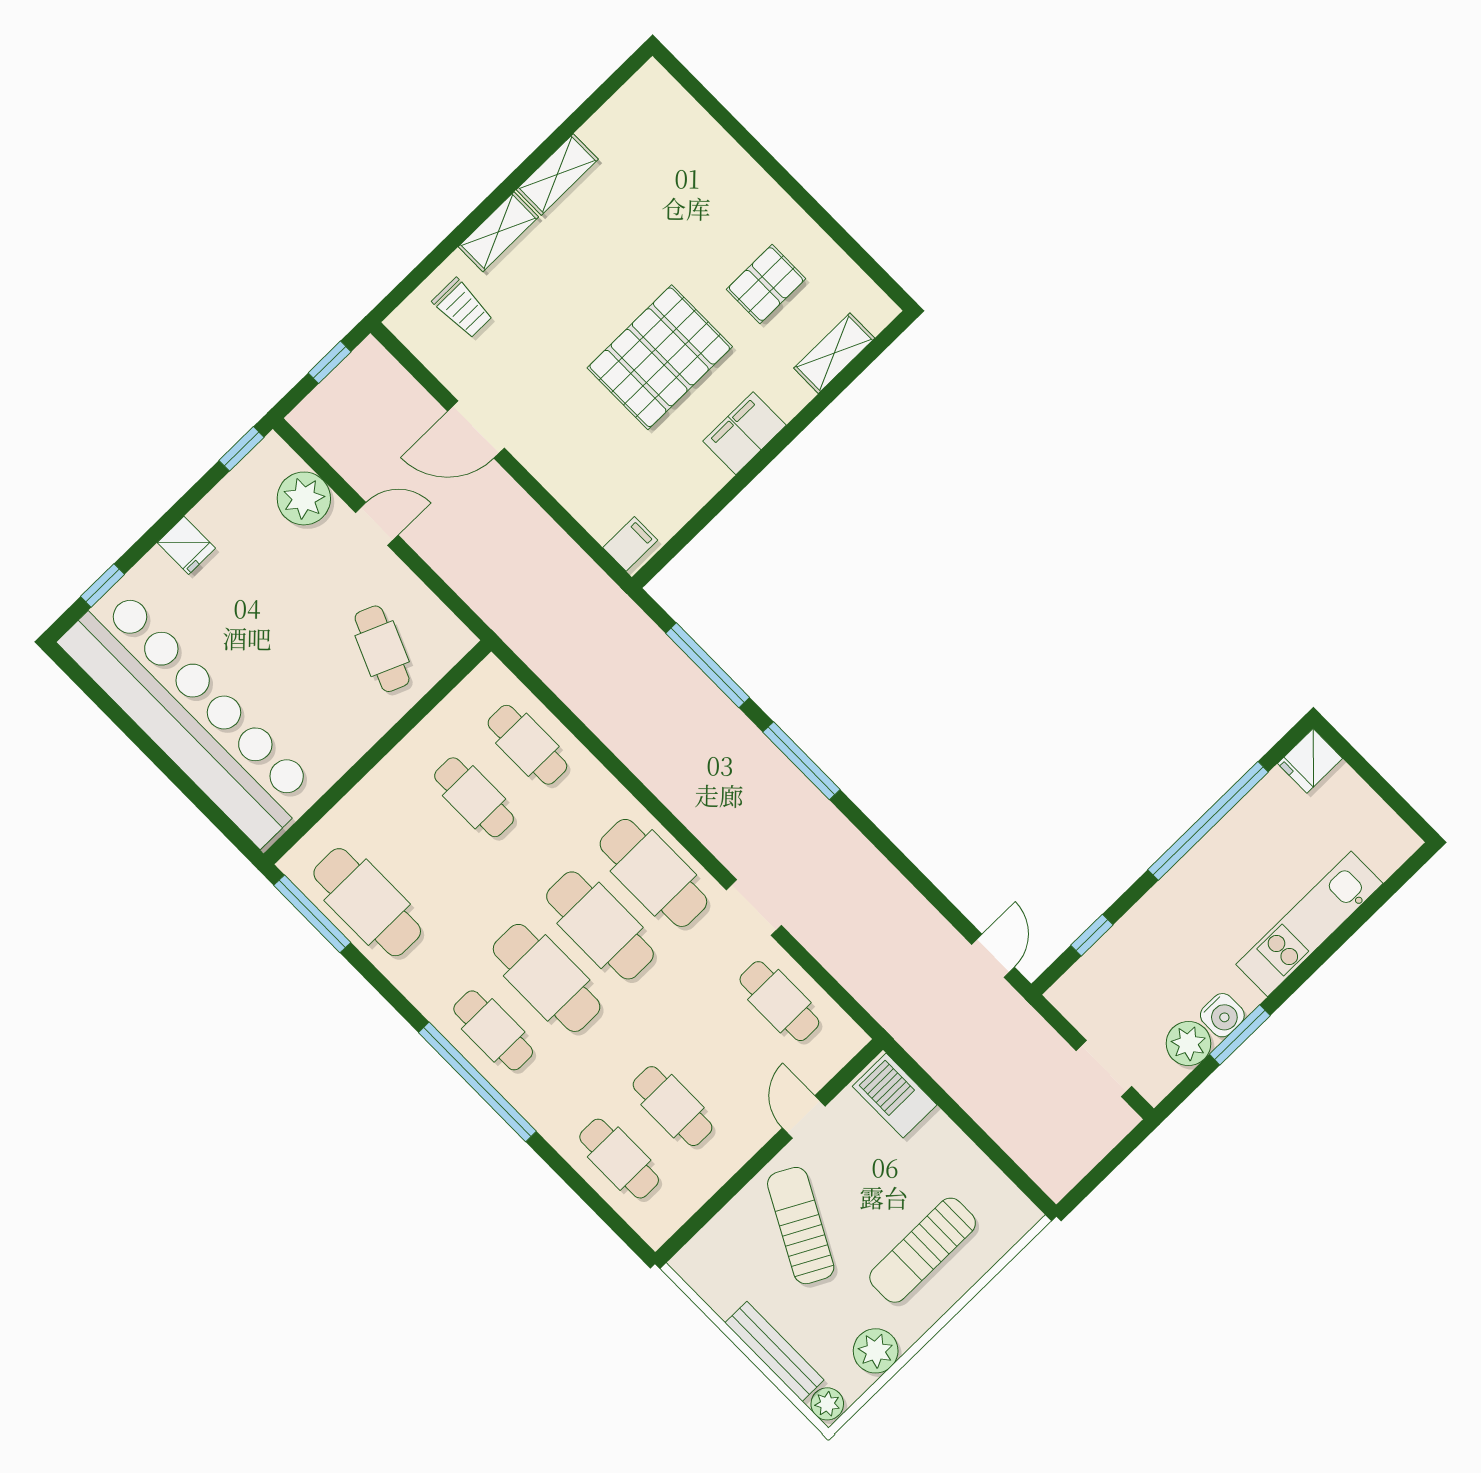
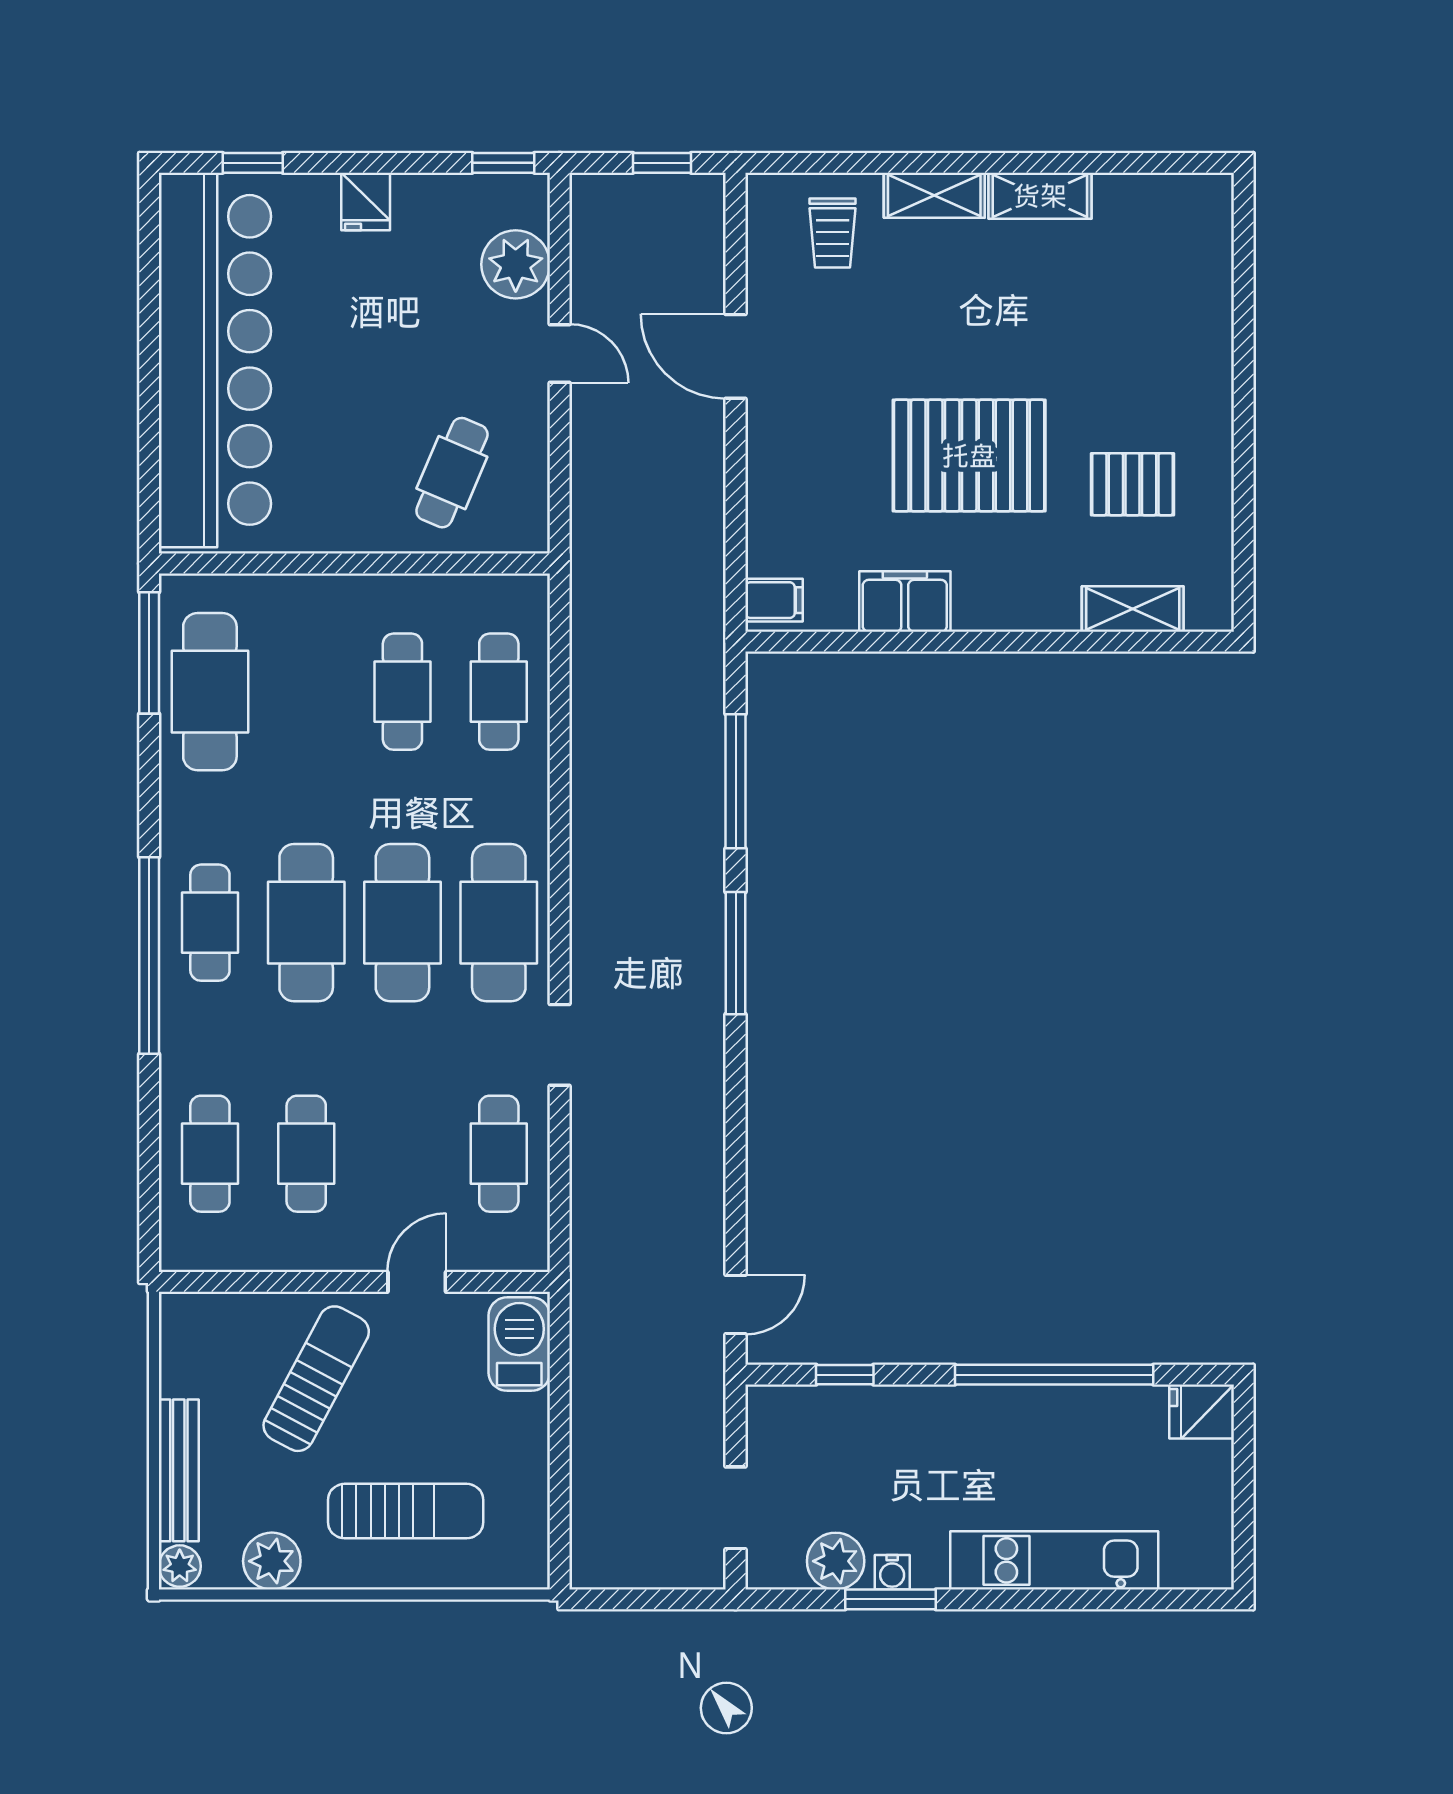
filing cabinet: (745, 433) -> (905, 602), moved
water cooler: (1222, 1015) -> (892, 1572), width x0.72, depth x0.72
sun lounger: (923, 1250) -> (406, 1511), turned 180

